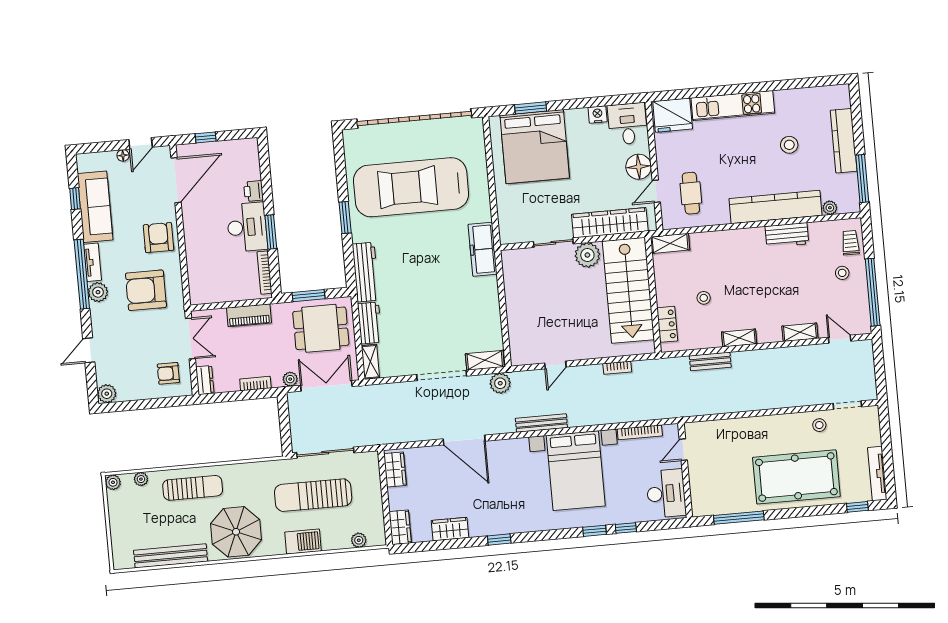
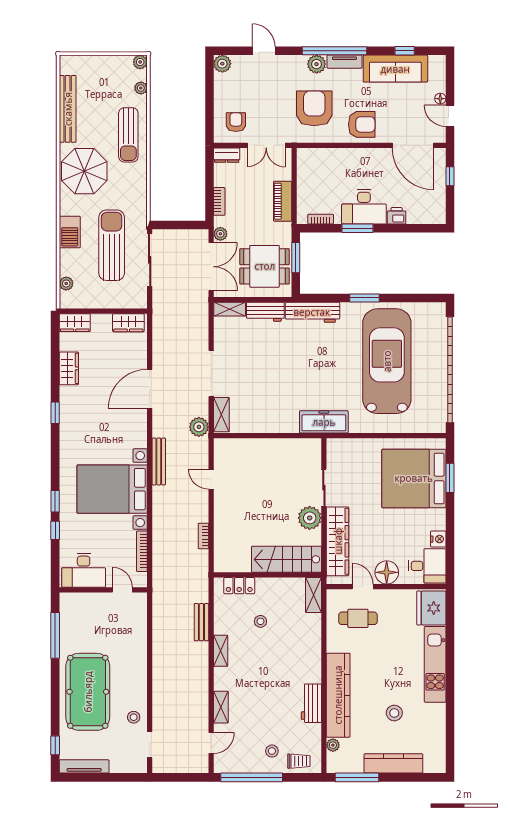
bookcase: (264, 273) -> (321, 219), width x0.64
stairs: (628, 290) -> (286, 559), width x0.73, depth x0.66
dining table: (321, 328) -> (265, 266), turned 90

